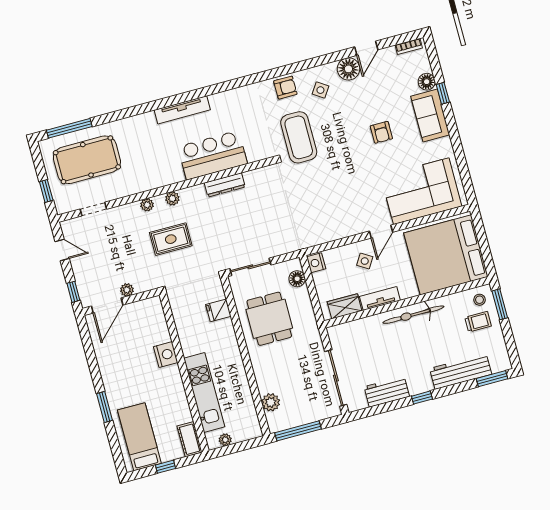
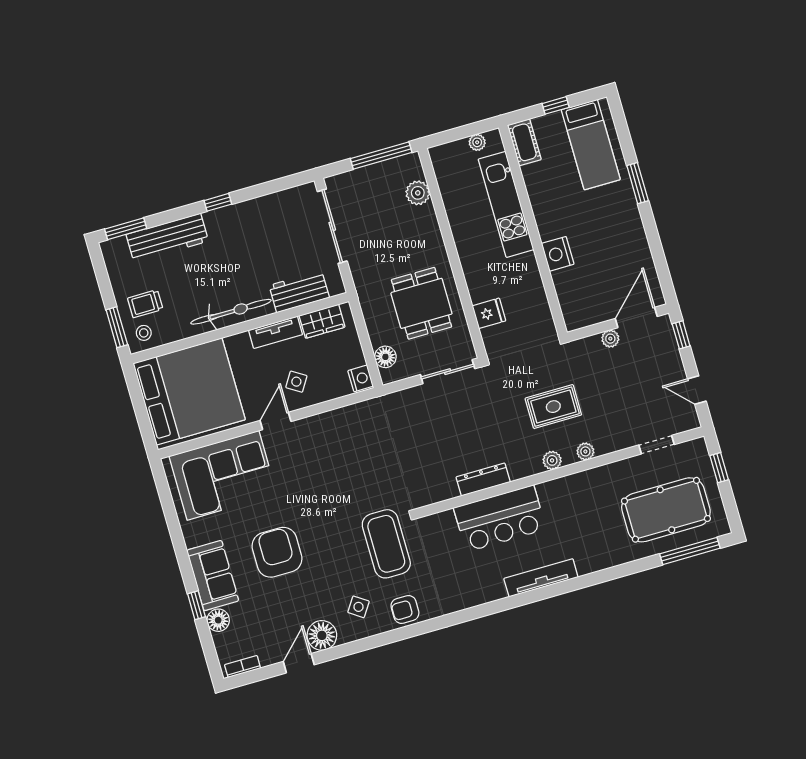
armchair: (381, 132) -> (277, 552), width x1.88, depth x1.88
workbench: (387, 392) -> (299, 292), moved, turned 180

